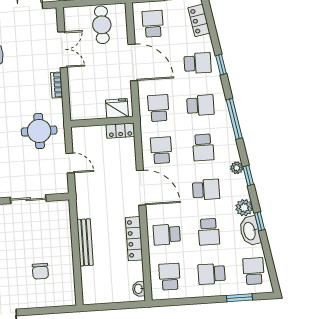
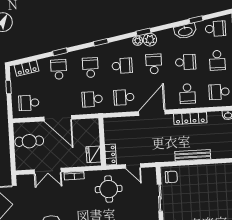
double door: (62, 50) -> (48, 171), swing flipped
door: (133, 62) -> (58, 118), swing flipped
fridge: (117, 108) -> (94, 154), moved
window: (234, 119) -> (101, 42), width x0.46
locker: (120, 131) -> (110, 155), moved
door: (70, 163) -> (133, 166), swing flipped
plant: (244, 208) -> (150, 40), moved
window: (260, 221) -> (196, 20), moved
chair: (40, 271) -> (171, 177), moved
school desk: (254, 271) -> (215, 29), turned 180

